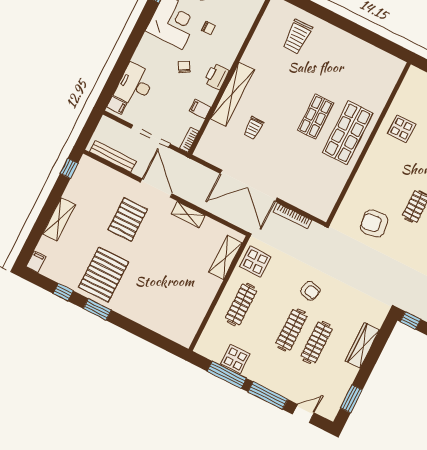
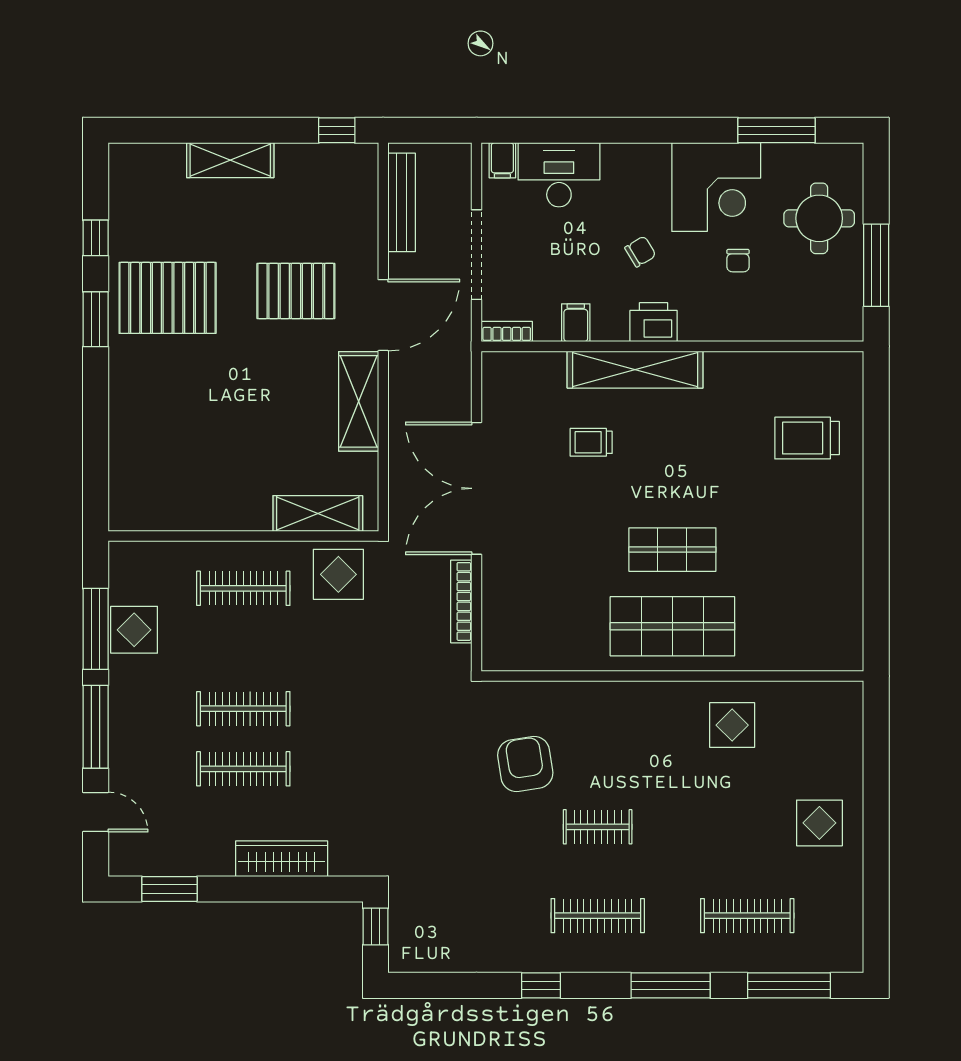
shelving: (188, 214) -> (359, 401), width x1.50, depth x1.33
filing cabinet: (36, 262) -> (127, 157), removed
armchair: (310, 291) -> (336, 707), removed

